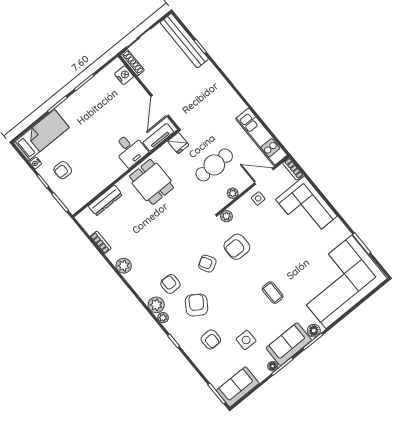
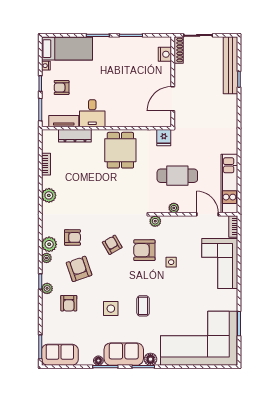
tv unit: (158, 137) -> (64, 121), moved
desk: (130, 150) -> (92, 113), moved
side table: (258, 198) -> (171, 262), moved
armchair: (170, 284) -> (72, 237), turned 90
armchair: (197, 305) -> (79, 269), turned -53
side table: (246, 340) -> (111, 309), moved
plant: (184, 342) -> (47, 288), added

